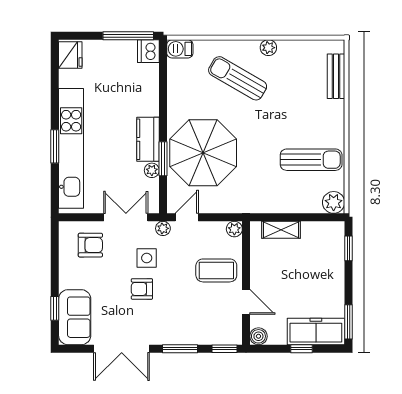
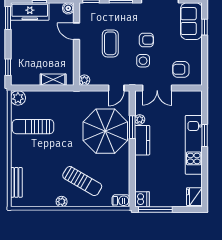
kitchen unit: (71, 148) -> (194, 145), width x0.73
plant: (163, 228) -> (132, 81), removed
coffee table: (216, 270) -> (110, 43), moved, turned 90

